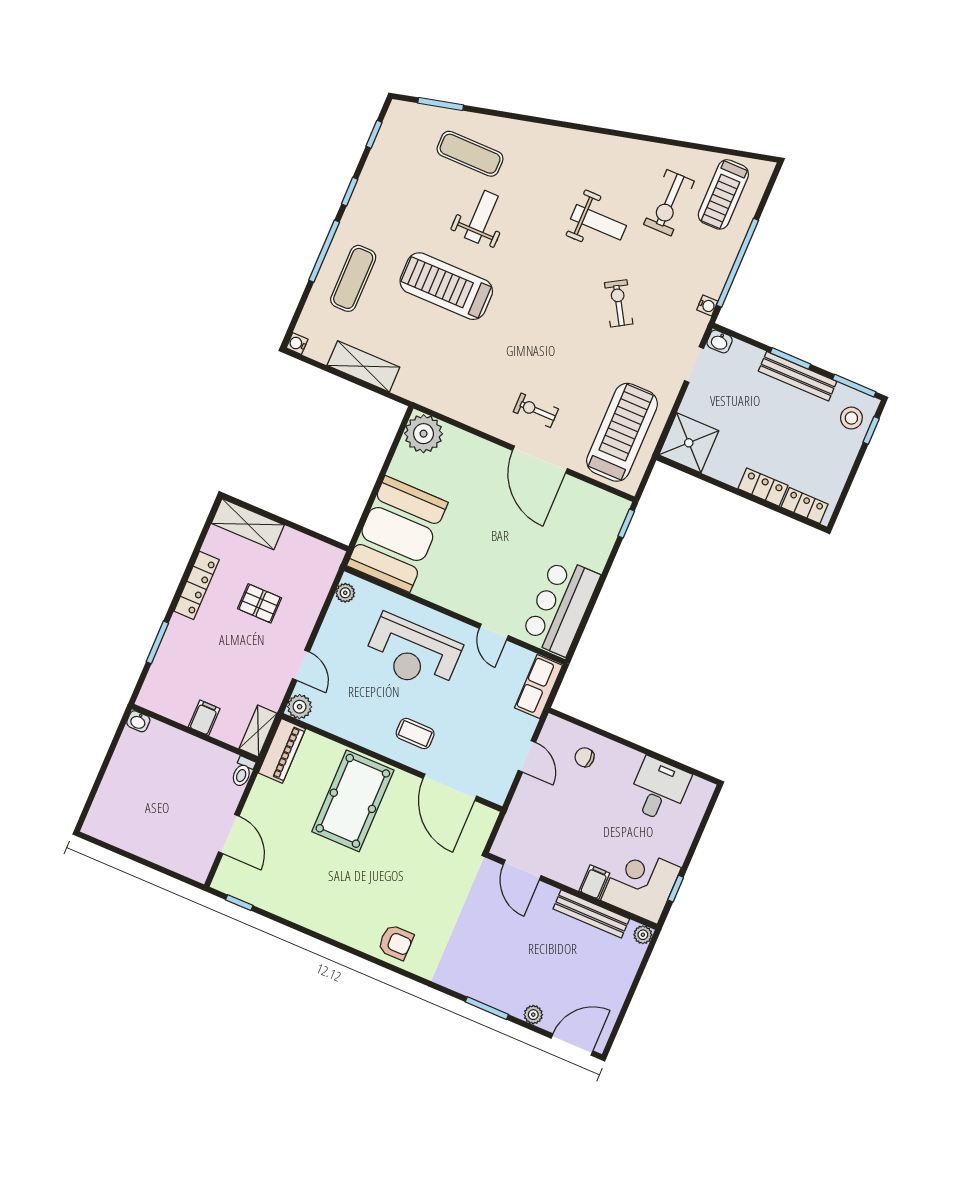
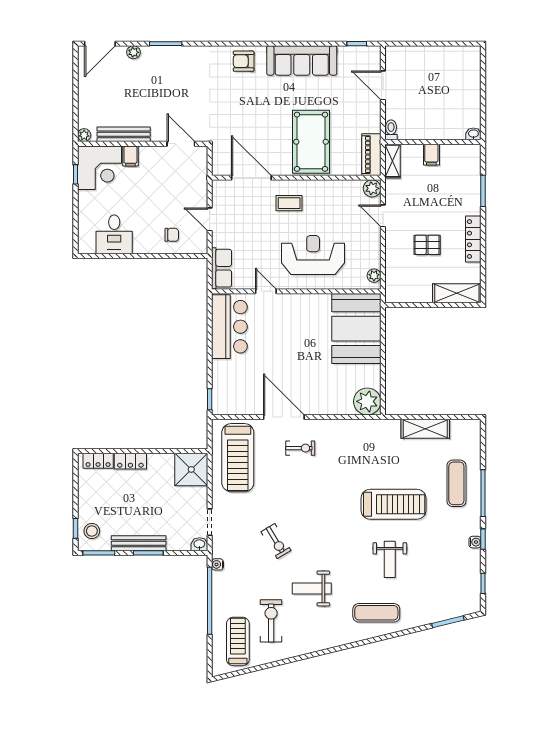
exercise mat: (470, 154) -> (376, 613), moved
water cooler: (297, 344) -> (475, 542), moved
sofa: (320, 911) -> (302, 60), added

